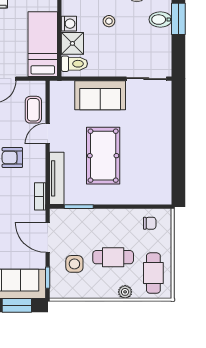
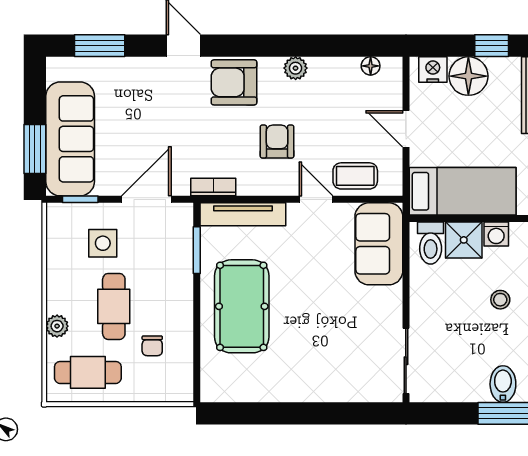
sofa: (100, 95) -> (379, 244), moved
pool table: (103, 156) -> (242, 306), moved, turned 90
chair: (150, 223) -> (152, 346), moved

